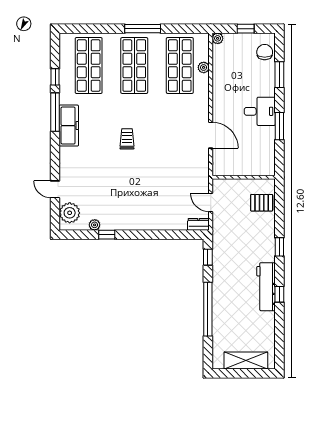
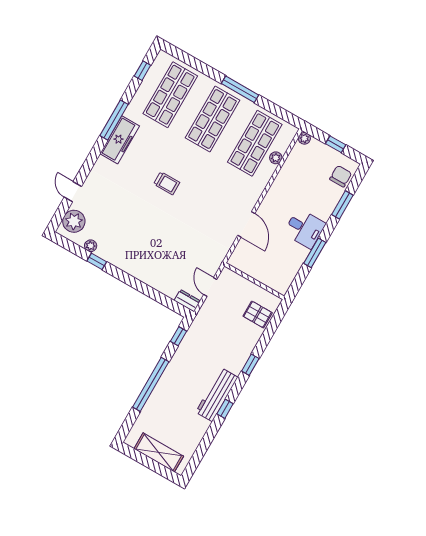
window: (55, 77) -> (142, 71), moved
trolley: (127, 139) -> (167, 183), turned 90

